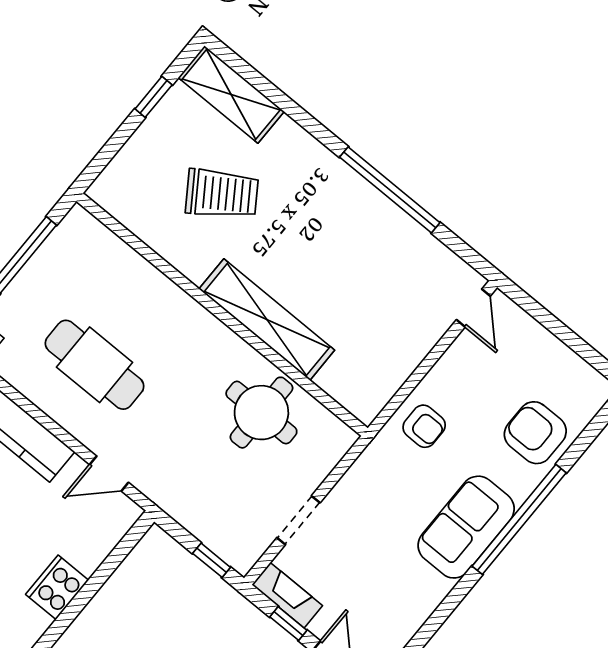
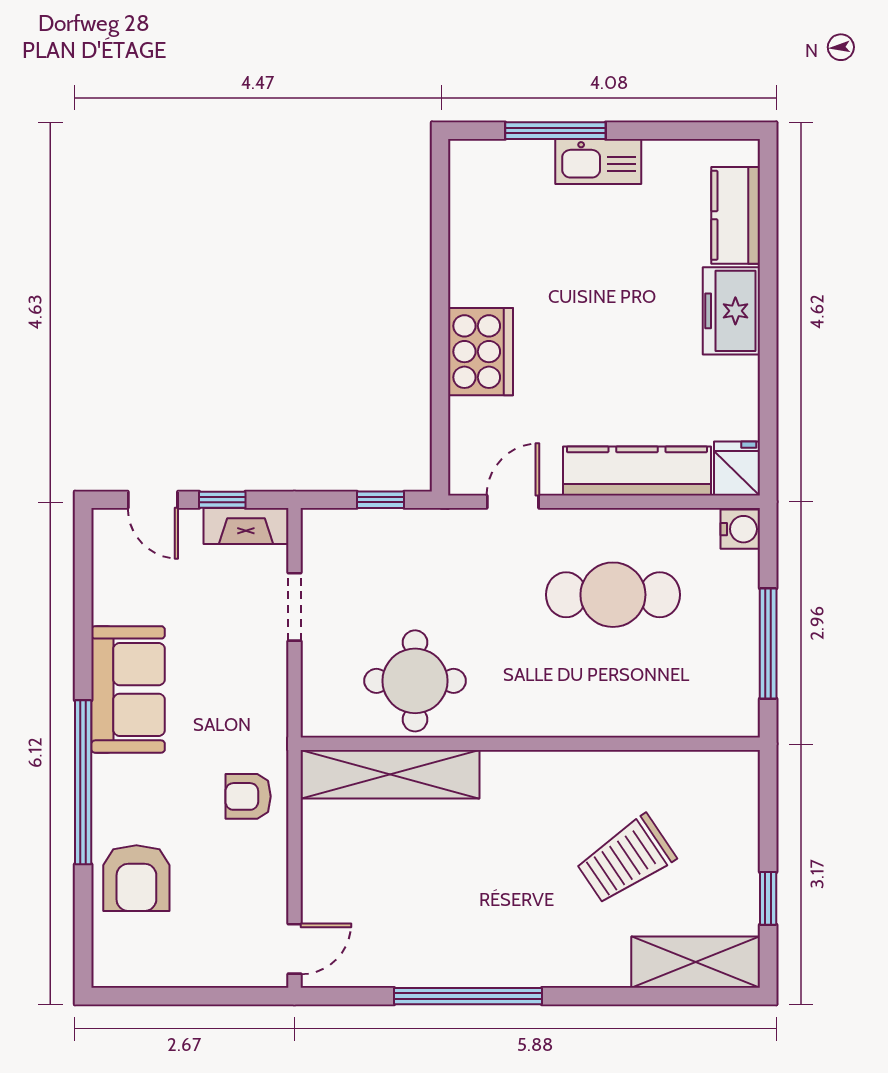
door: (473, 308) -> (294, 949), swing flipped
shelving: (267, 320) -> (390, 774), moved
armchair: (535, 433) -> (136, 878), turned 90
sofa: (466, 527) -> (128, 689), moved
window: (212, 560) -> (381, 500), moved
cooker: (57, 587) -> (481, 352), width x1.37, depth x1.31

